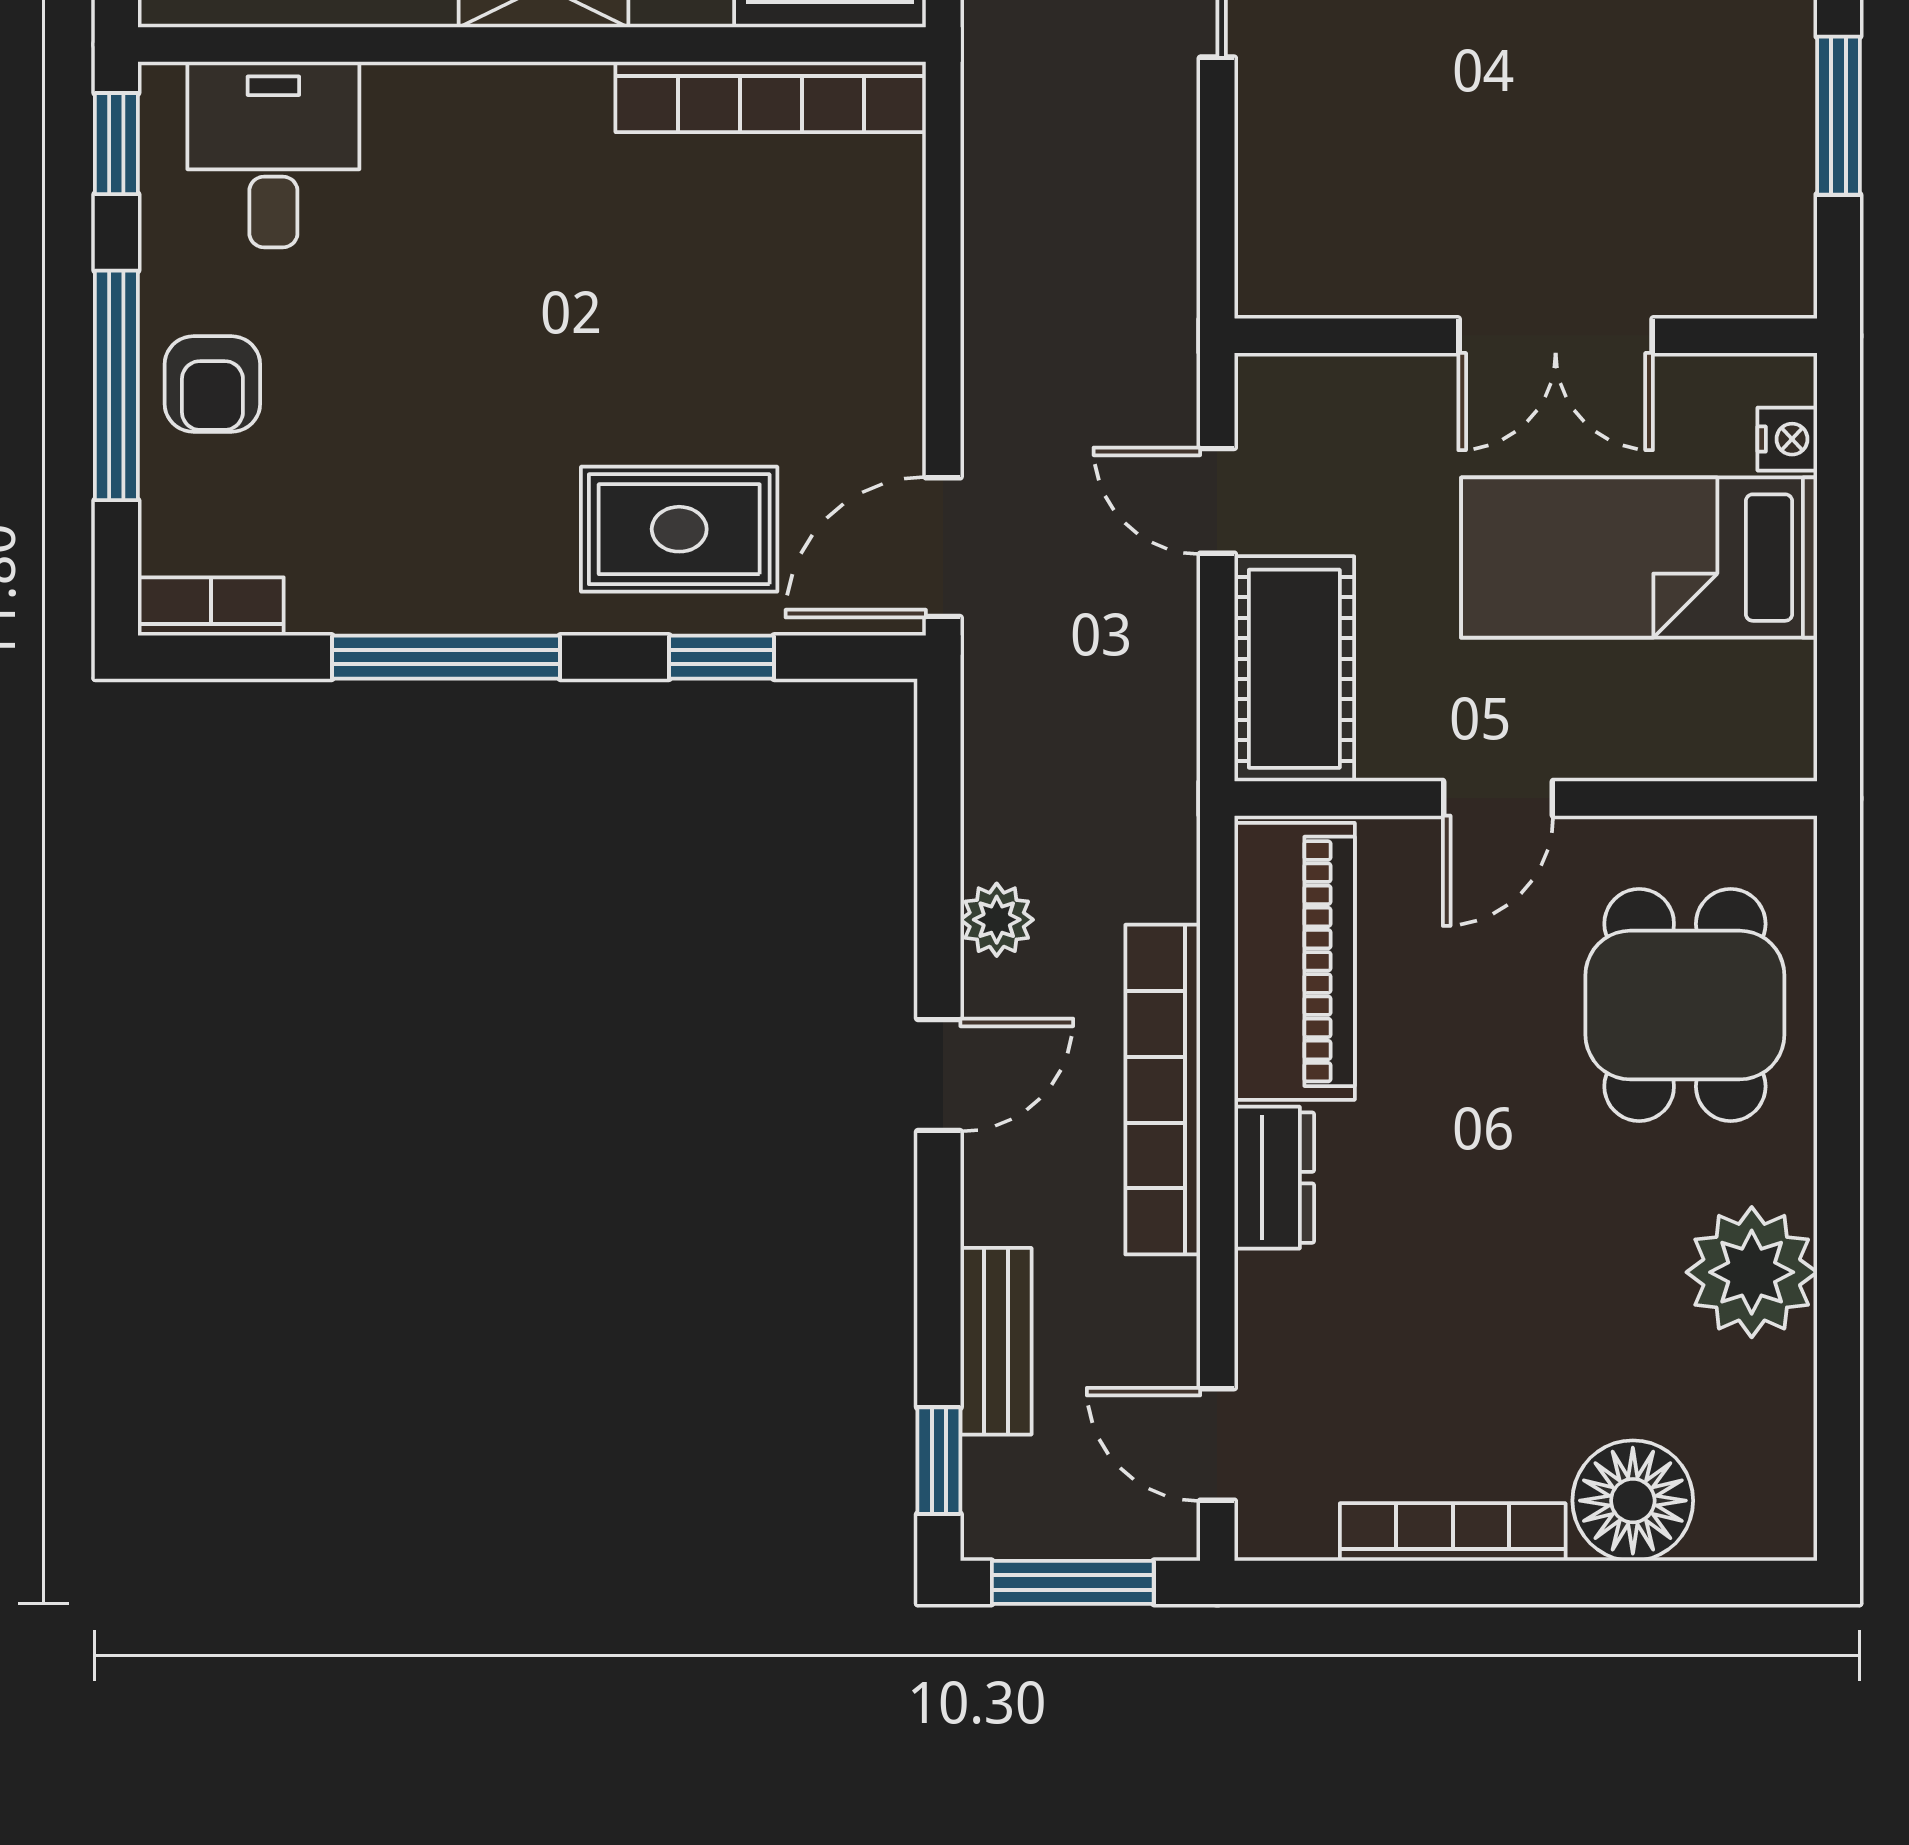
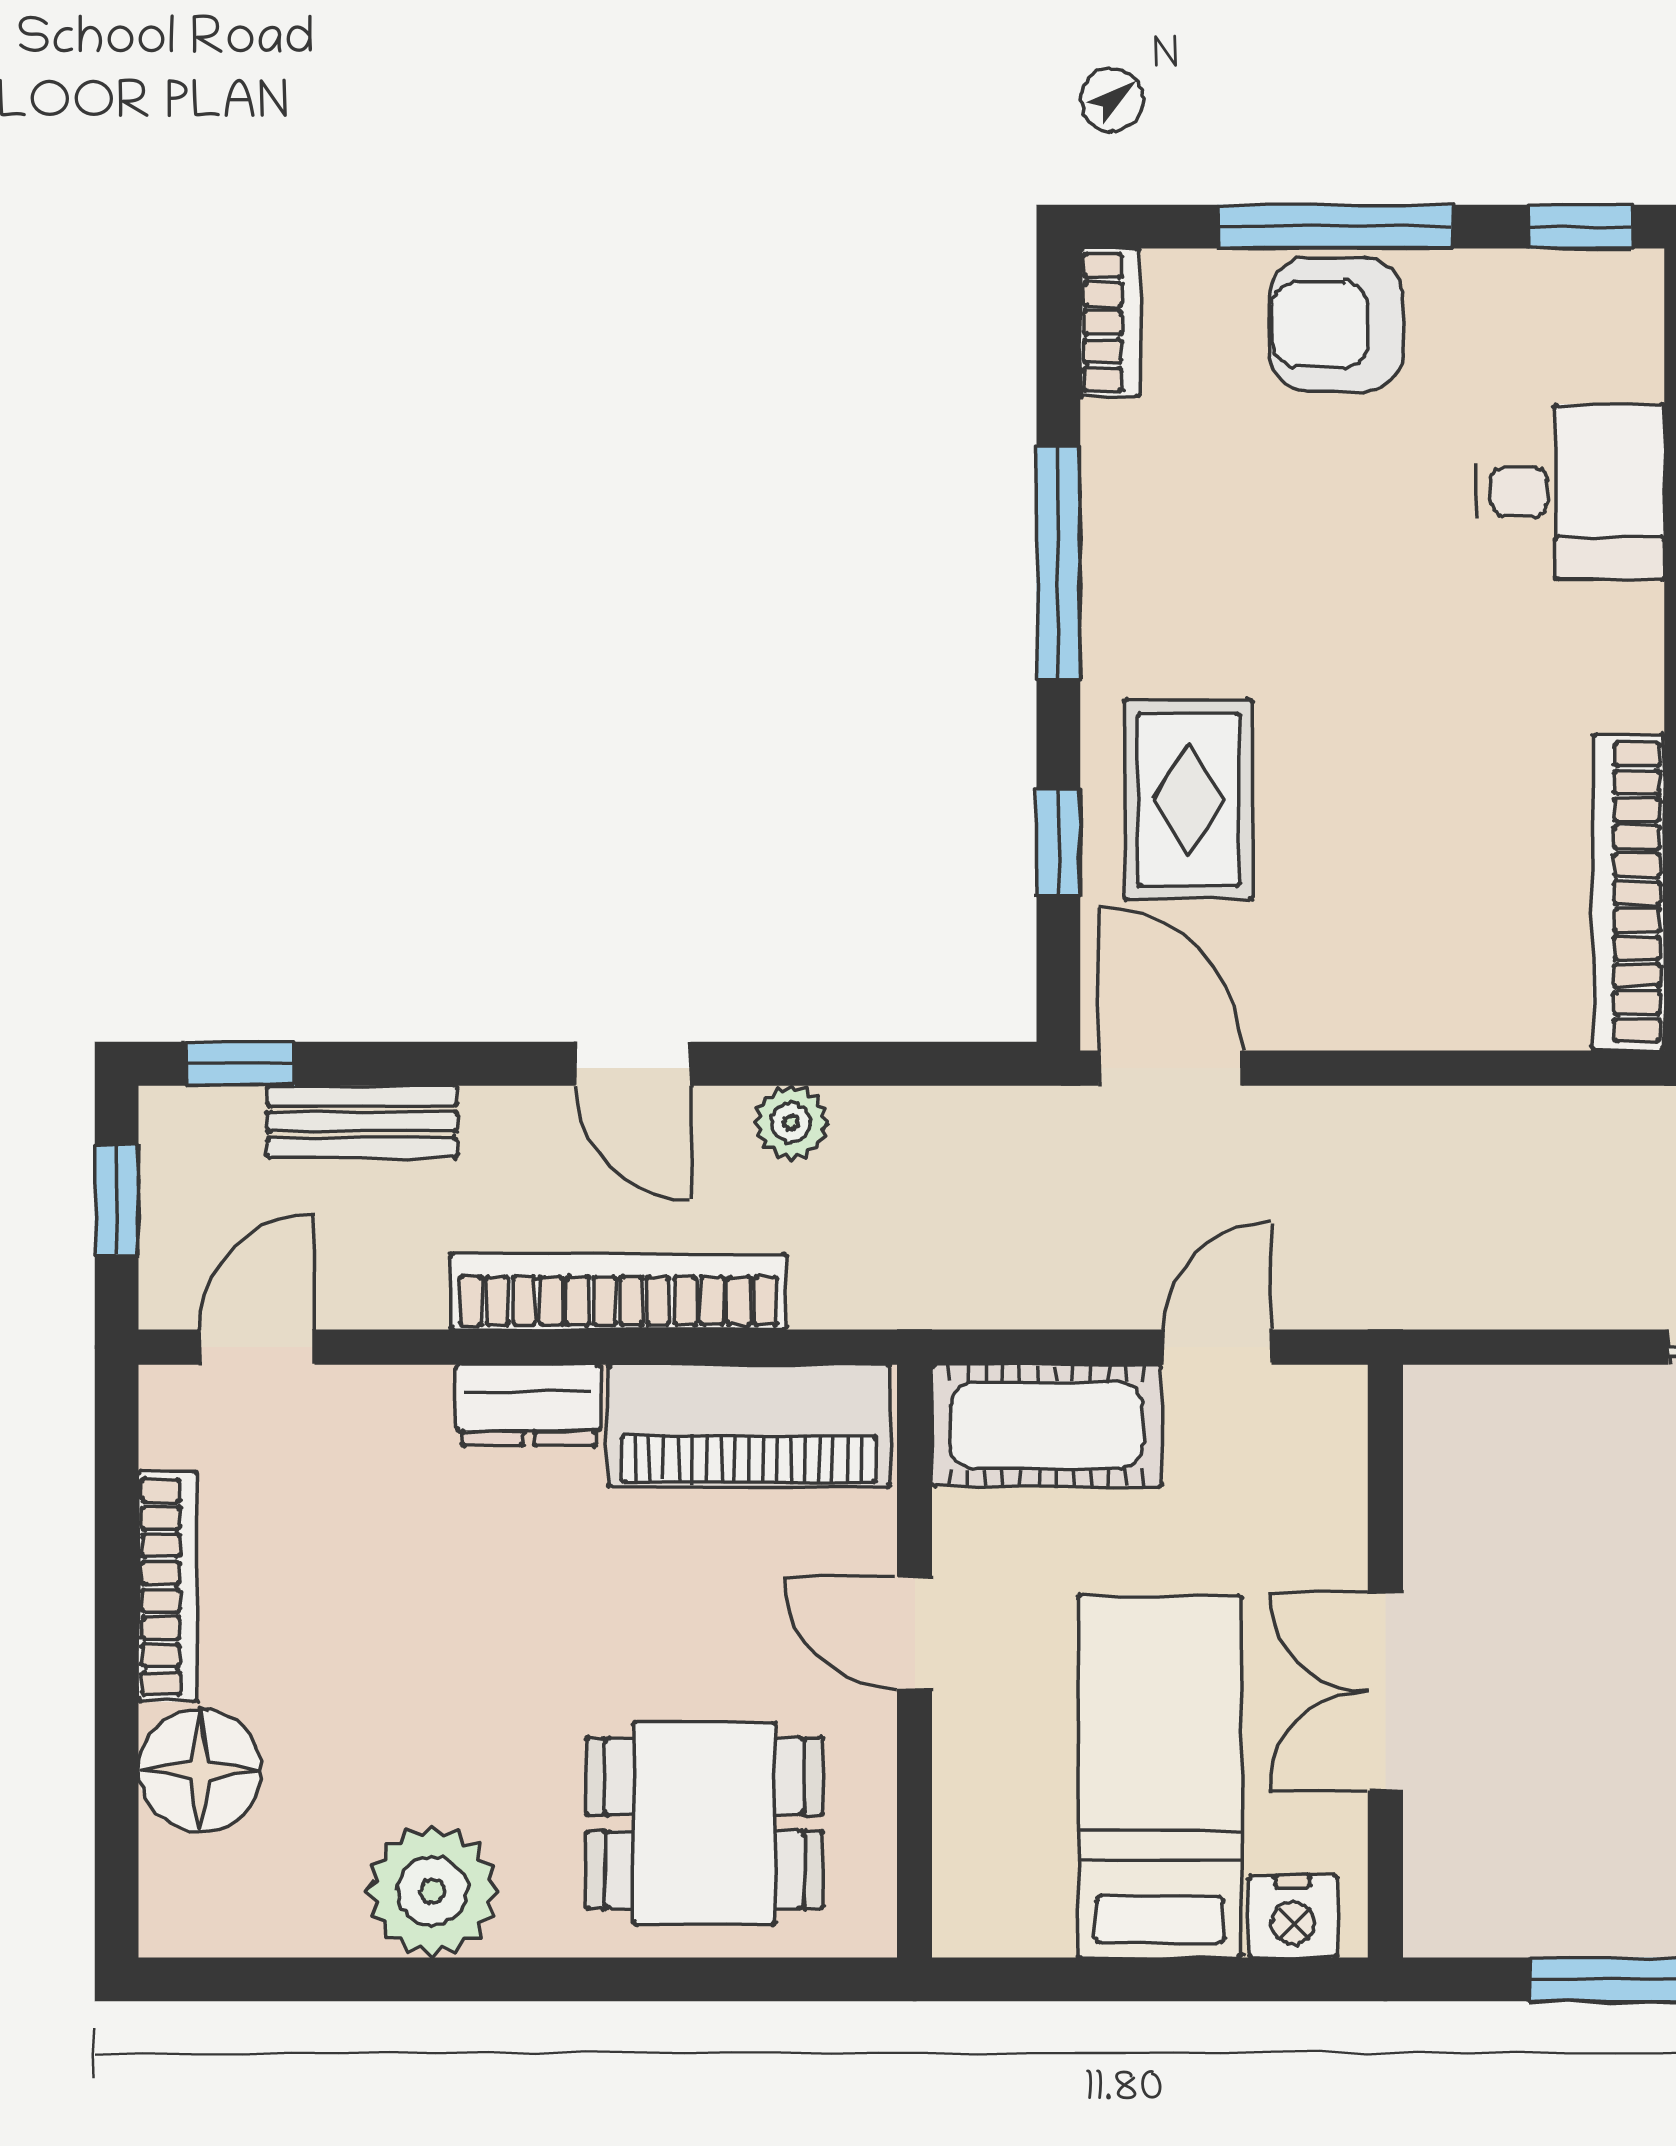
desk: (273, 154) -> (1570, 492), moved
armchair: (212, 384) -> (1336, 324), width x1.38, depth x1.38
nightstand: (1787, 439) -> (1293, 1917), width x1.39, depth x1.35
window: (1073, 1582) -> (117, 1200), width x0.67

